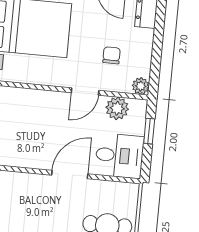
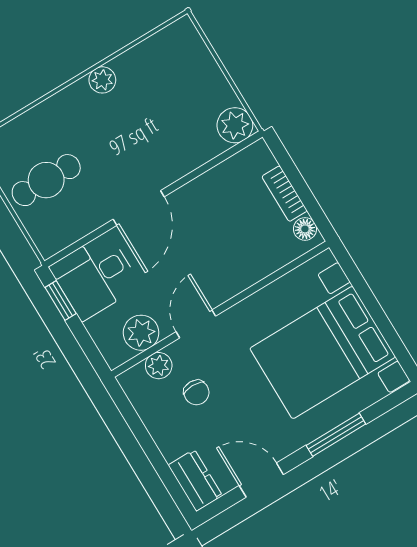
plant: (141, 86) -> (159, 366), moved
window: (149, 131) -> (61, 300), moved

